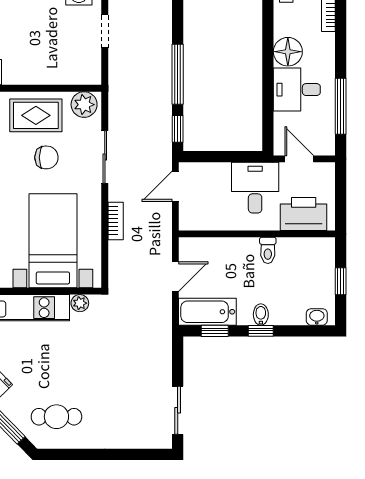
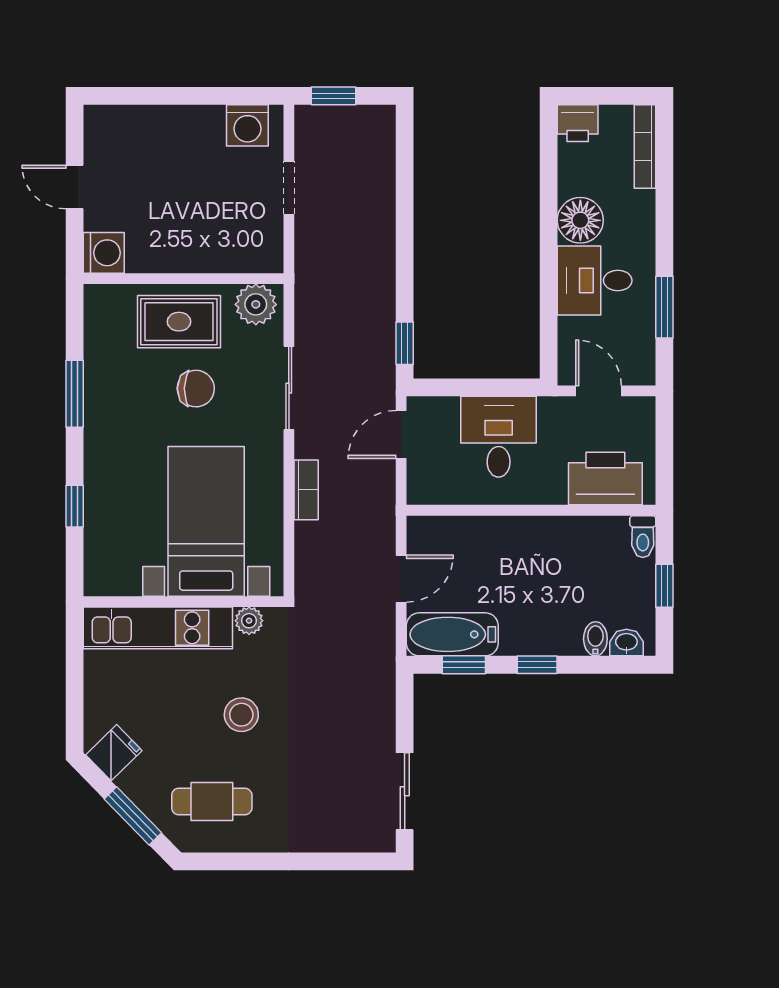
window: (178, 74) -> (405, 256), removed
window: (341, 106) -> (664, 307), width x0.69
desk: (255, 188) -> (499, 437), moved
toilet: (268, 250) -> (643, 537), moved
bidet: (261, 315) -> (595, 639), moved
stool: (75, 362) -> (241, 715), added

